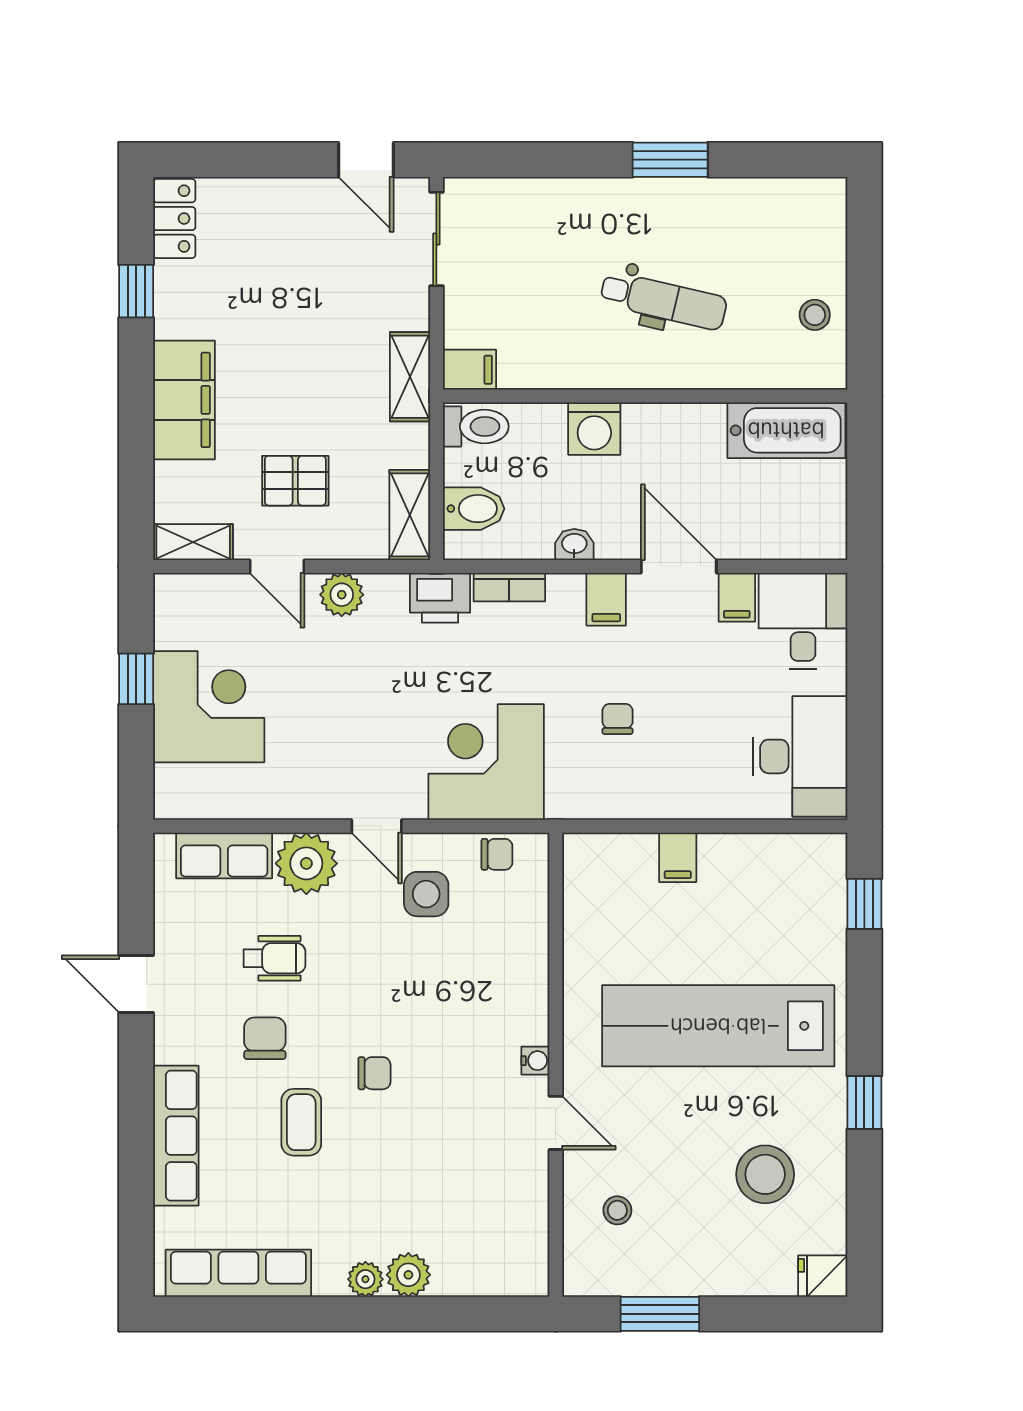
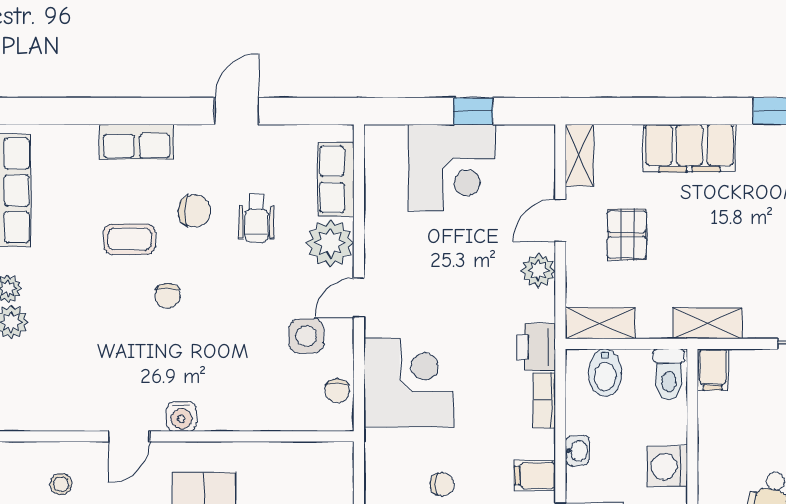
water cooler: (535, 1061) -> (181, 416), width x1.38, depth x1.38
row of seats: (176, 1136) -> (137, 142), width x0.68

